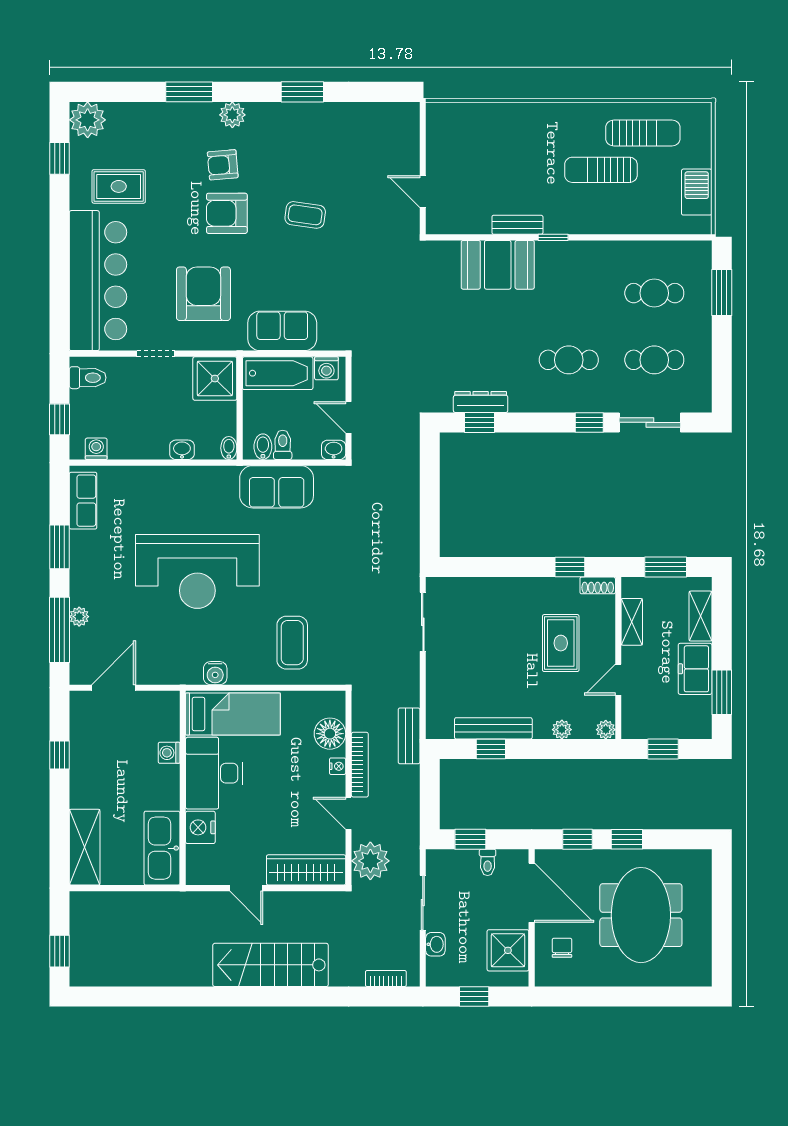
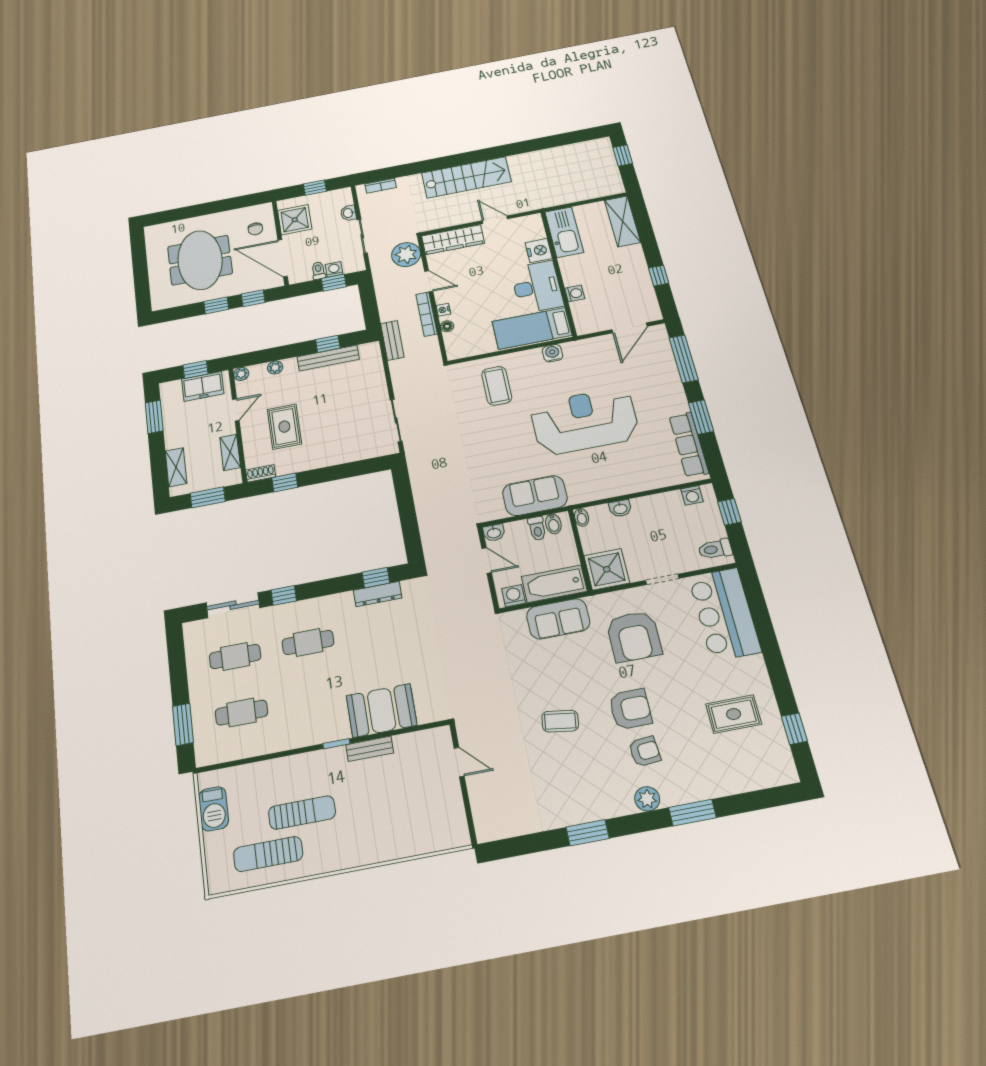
plant: (88, 120) -> (779, 769), removed
bar counter: (98, 281) -> (725, 614), width x0.73
row of seats: (83, 501) -> (689, 444), width x1.48
plant: (79, 617) -> (671, 371), removed
freezer: (695, 669) -> (203, 386), moved, turned 90
floor lamp: (330, 734) -> (447, 326), width x0.53, depth x0.53
washing machine: (467, 859) -> (334, 269), added

